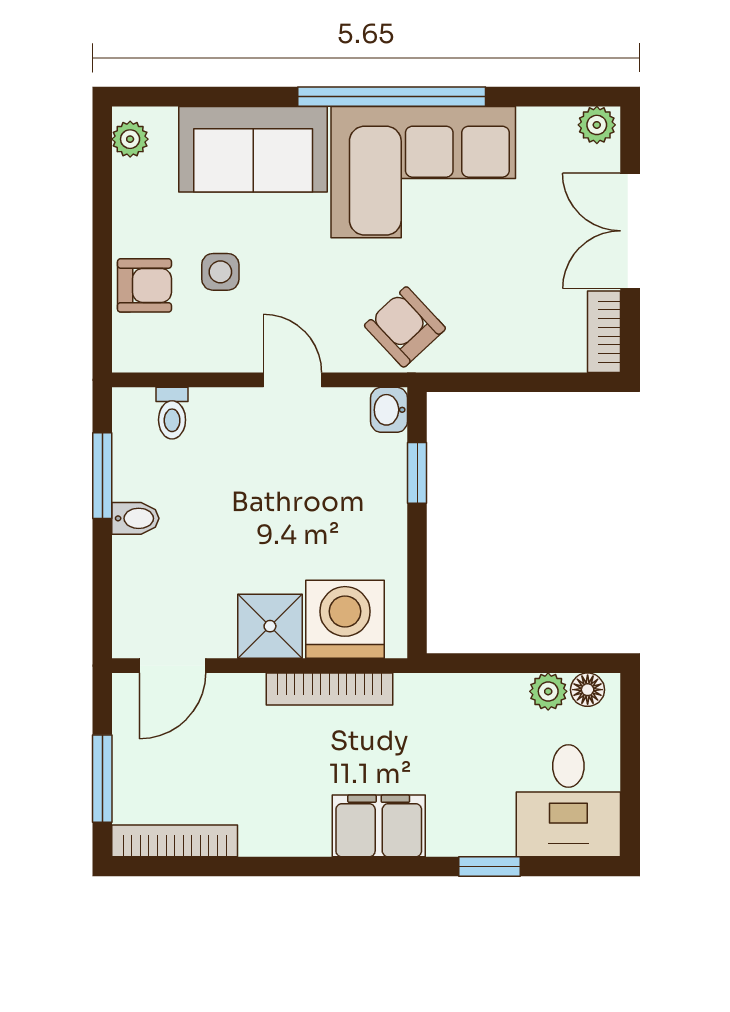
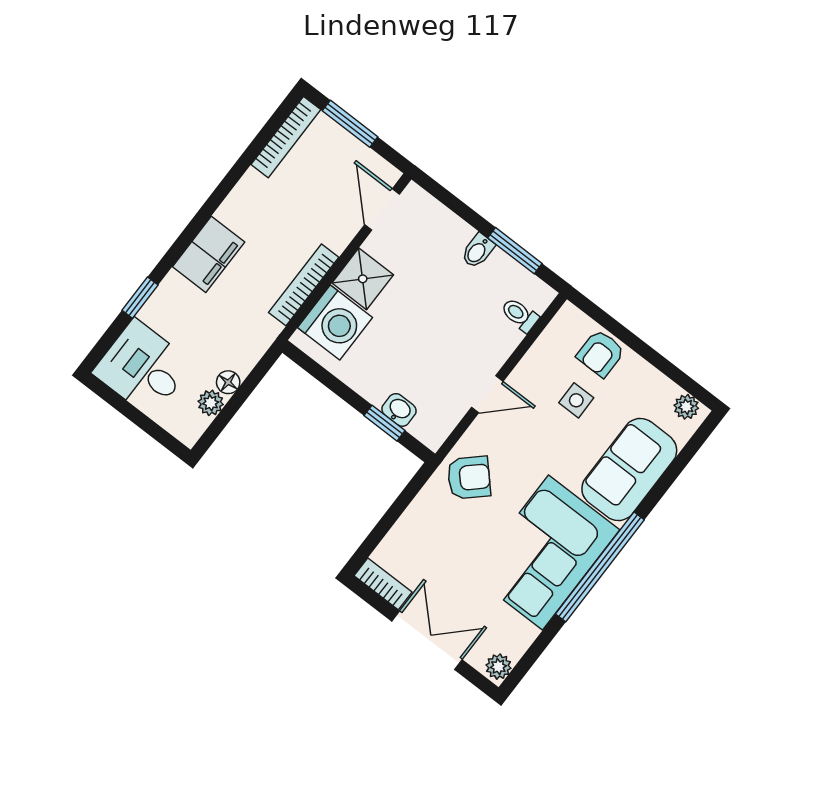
washbasin: (389, 410) -> (399, 410), moved
floor lamp: (588, 690) -> (228, 382), moved

